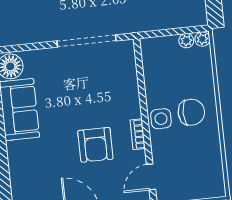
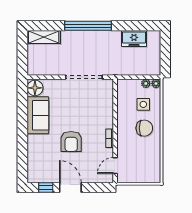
side table: (161, 119) -> (143, 104), moved
armchair: (95, 145) -> (71, 142), moved

